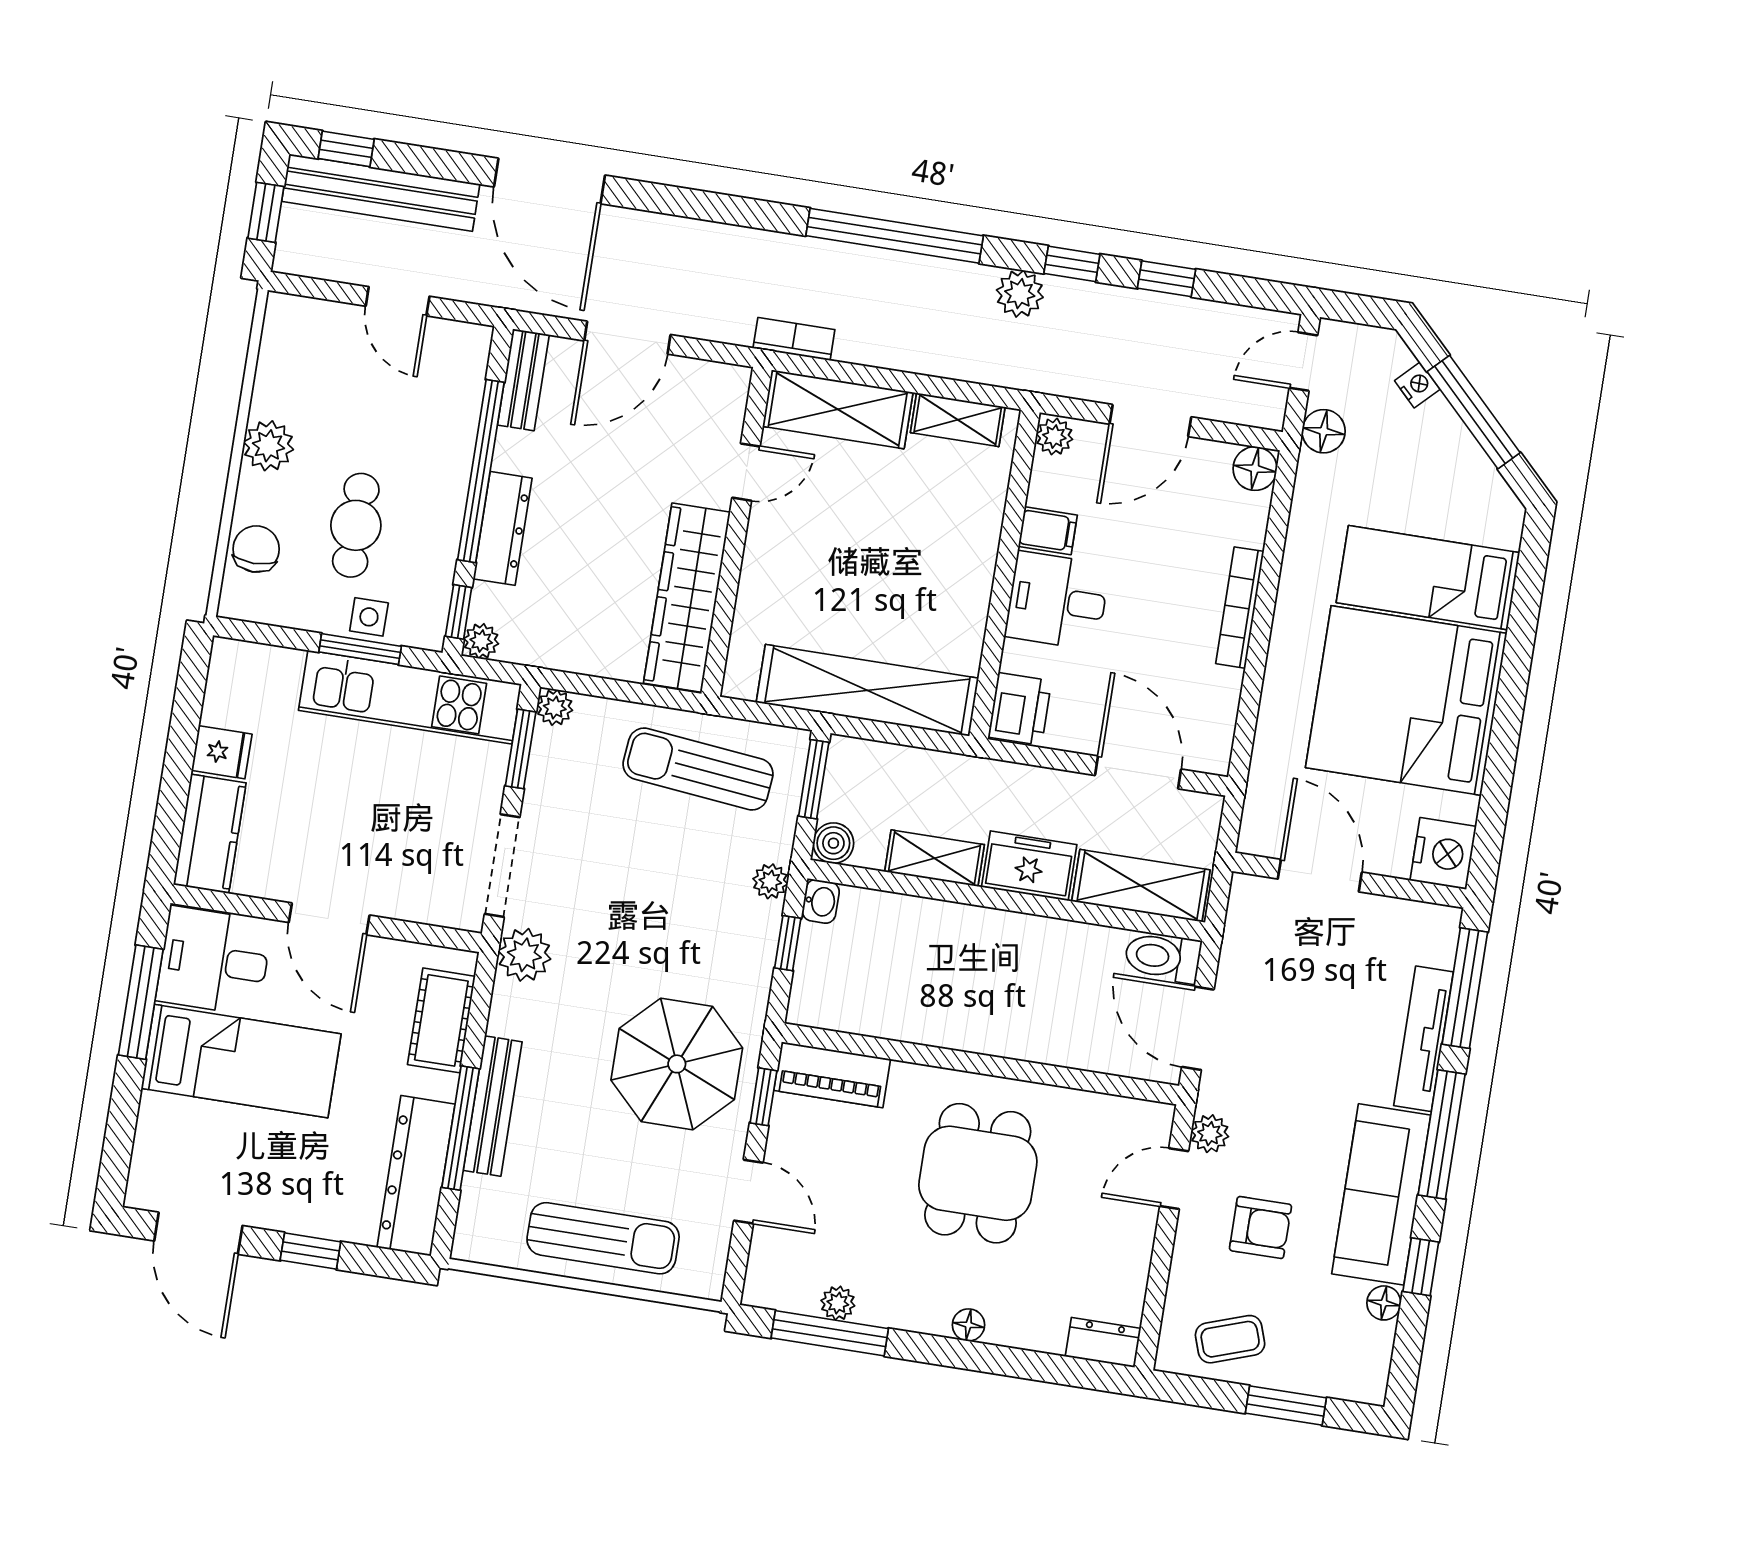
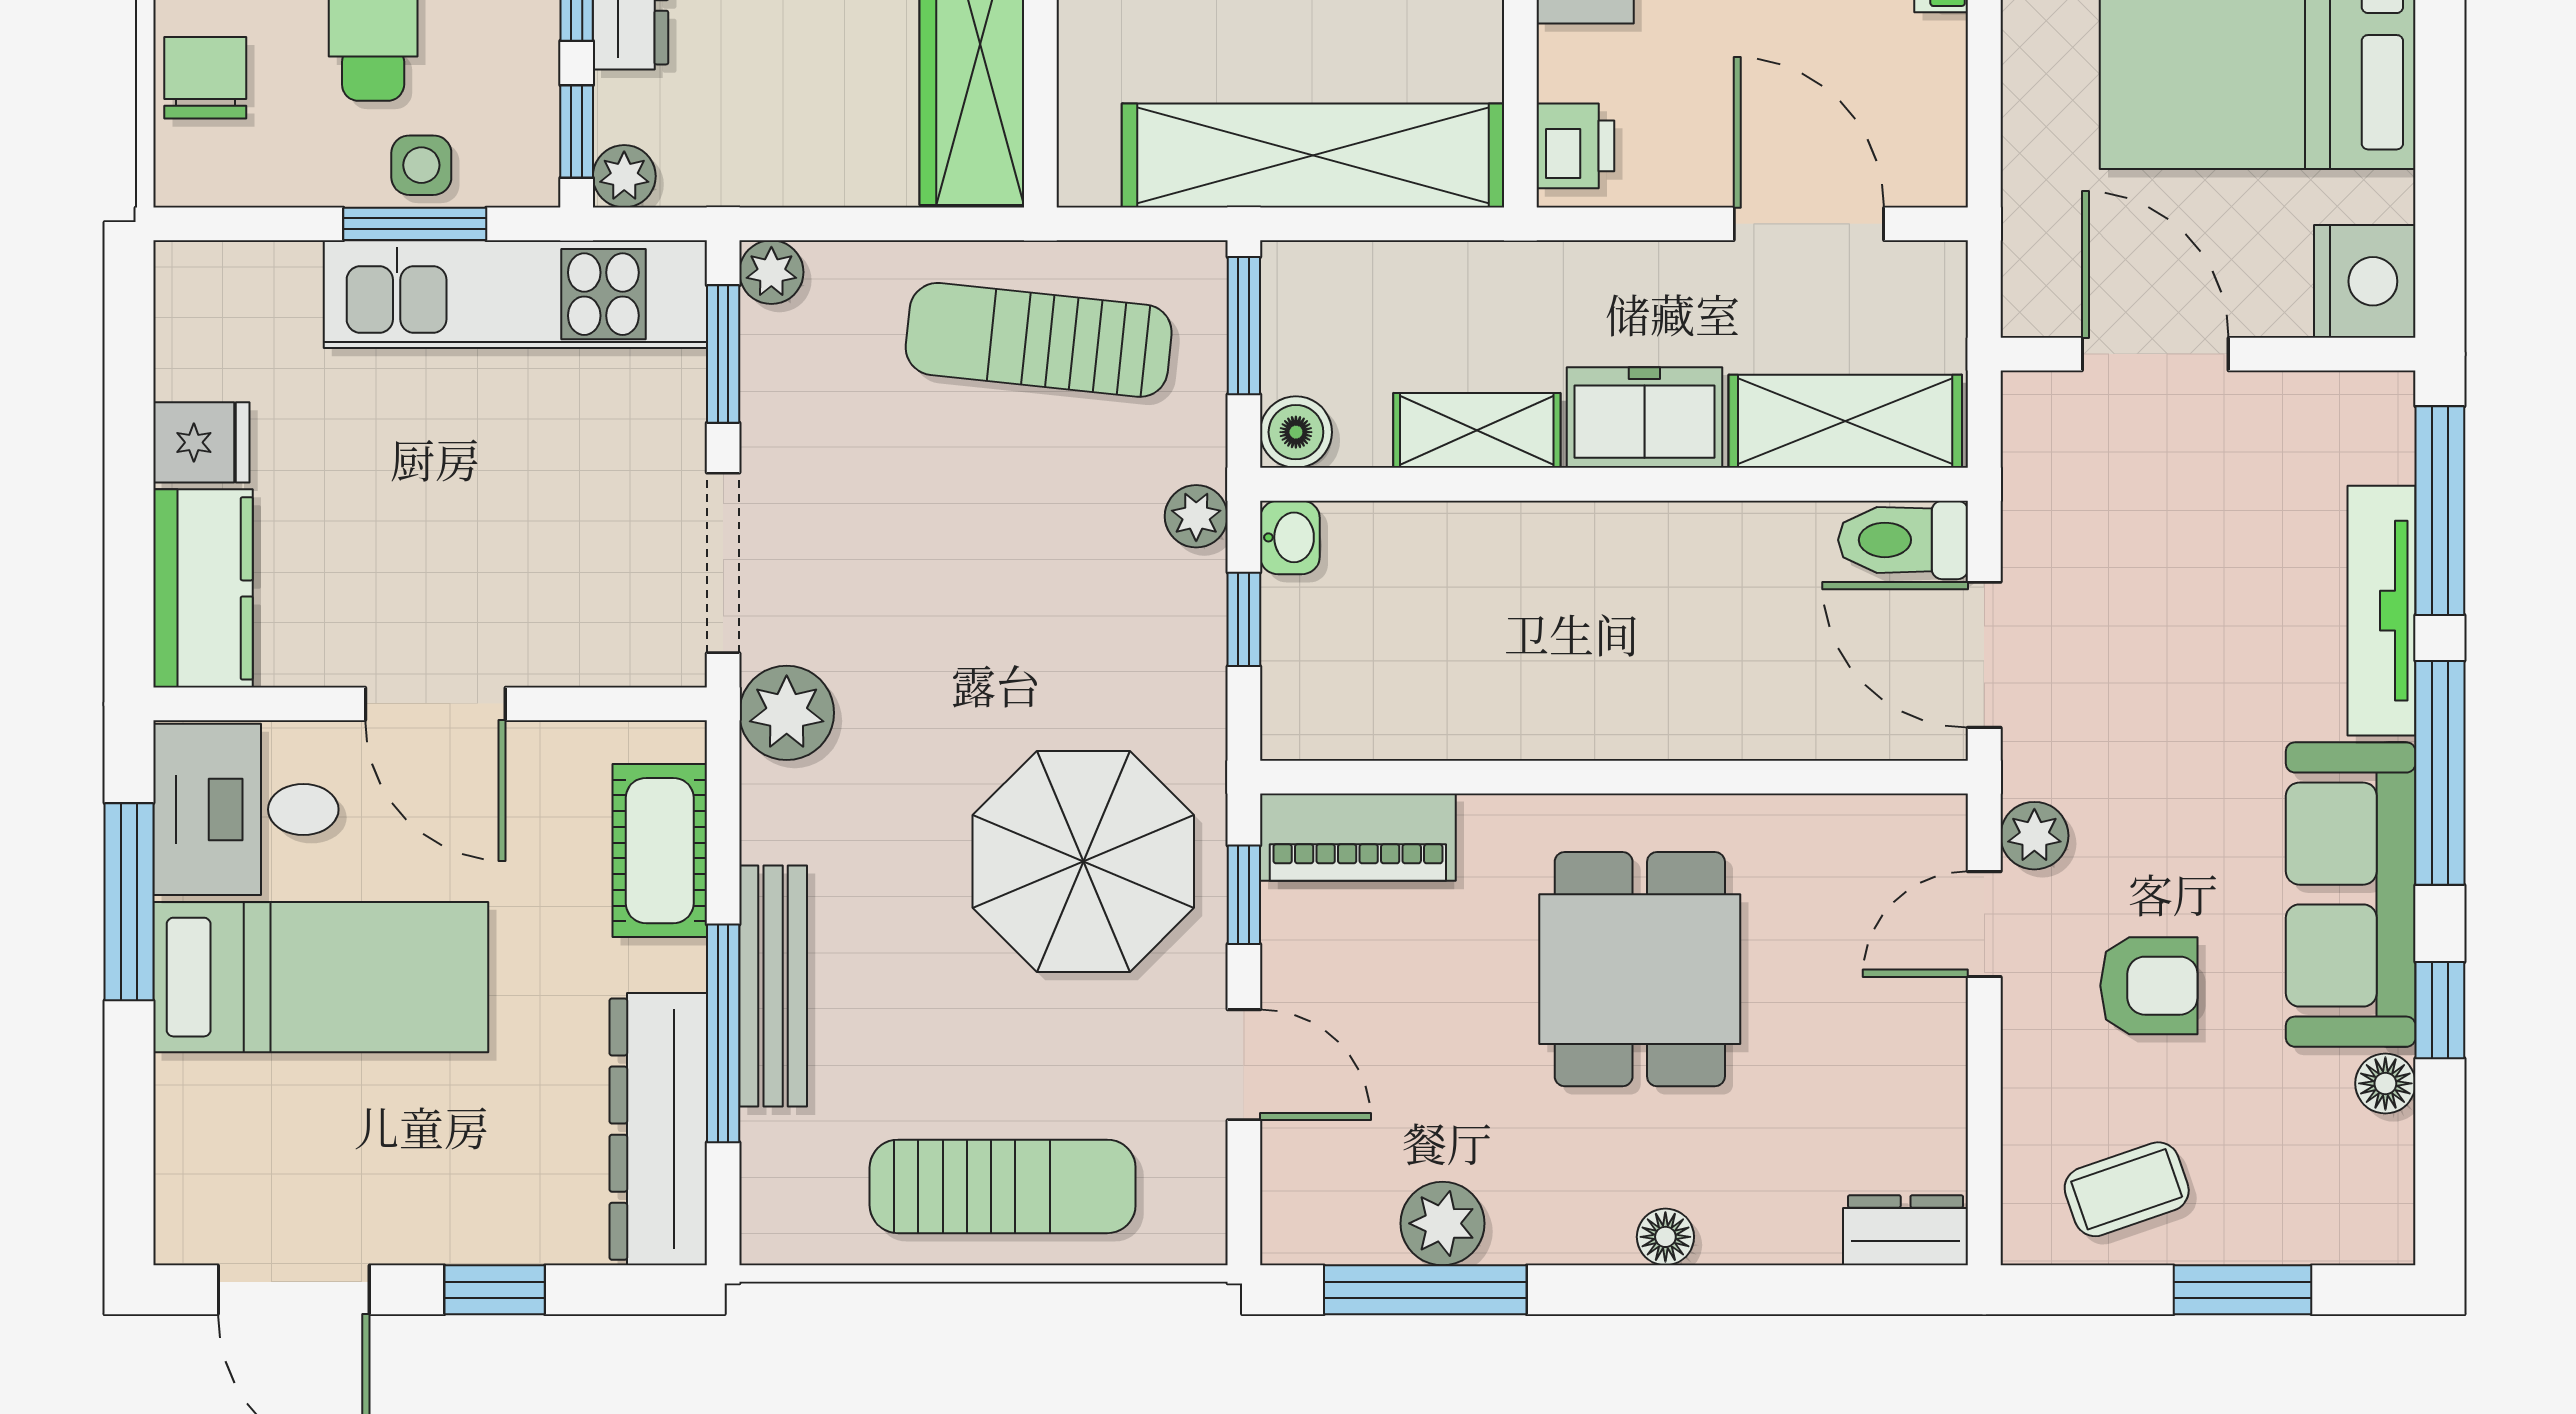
printer: (1020, 709) -> (1575, 146), width x0.73, depth x0.81
plant: (838, 1303) -> (1442, 1223), width x1.38, depth x1.38

